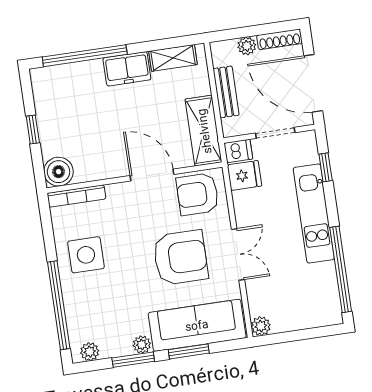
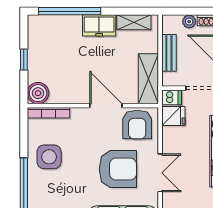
armchair: (198, 194) -> (137, 125), turned -90

